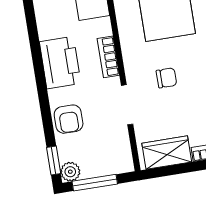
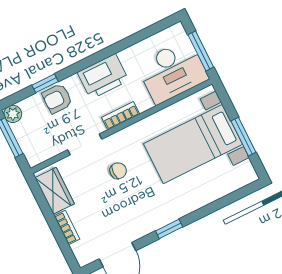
chair: (166, 78) -> (118, 171), turned -90
window: (54, 160) -> (45, 83), moved

